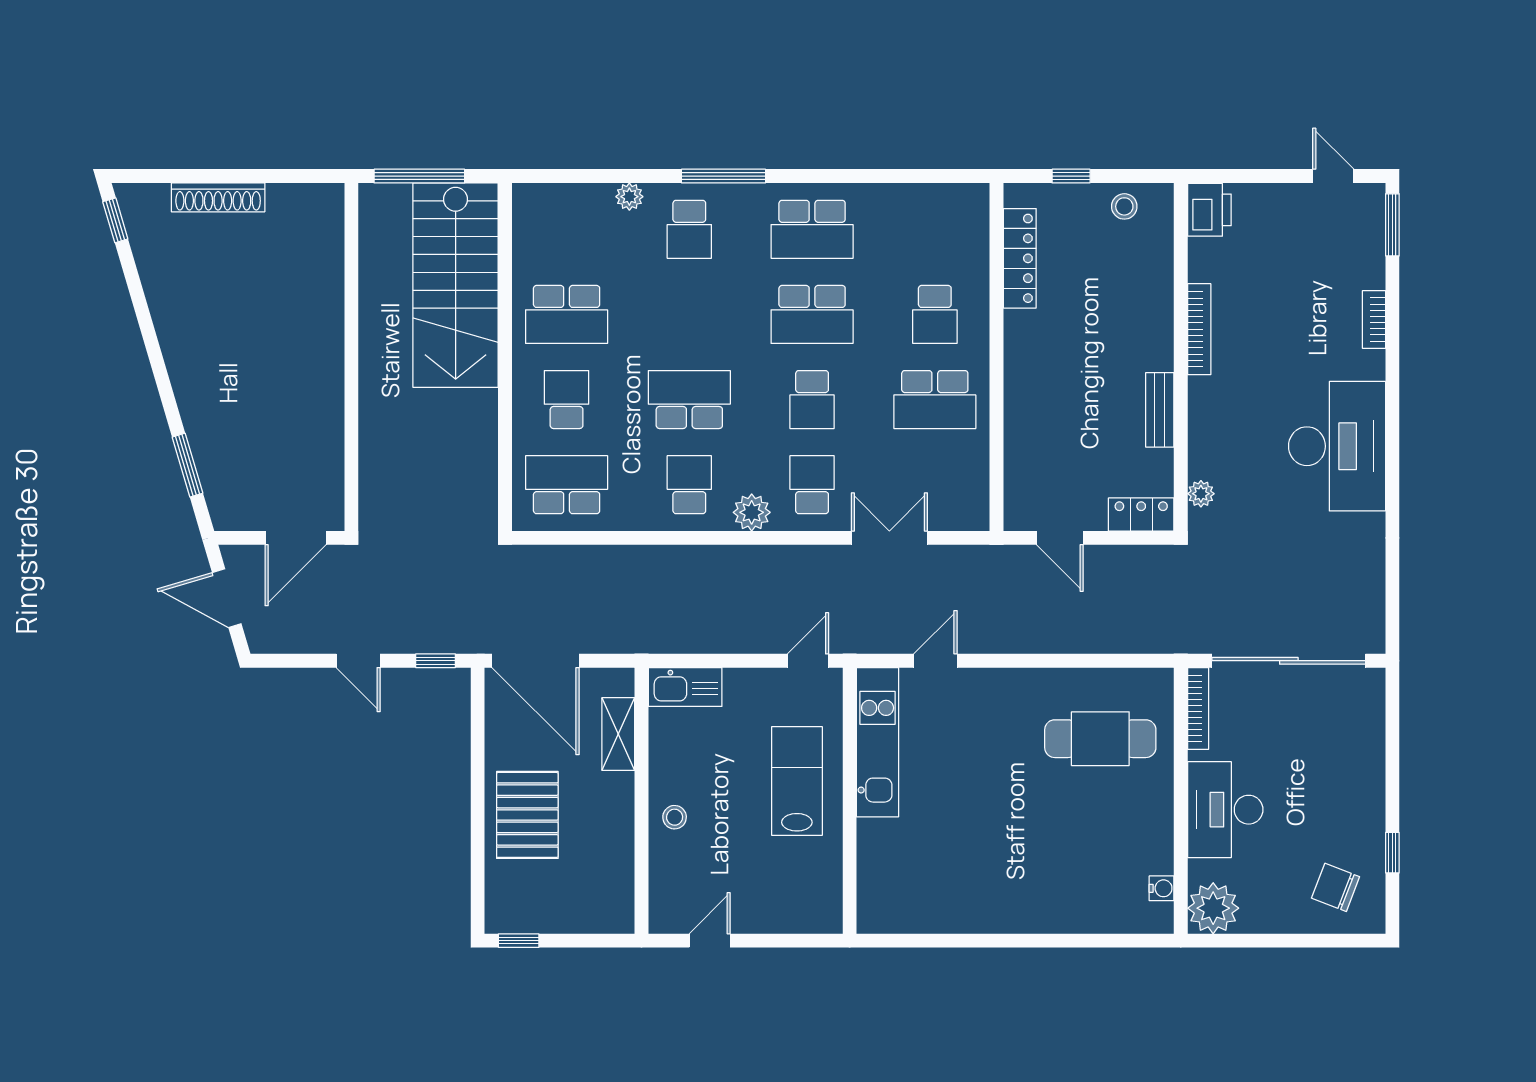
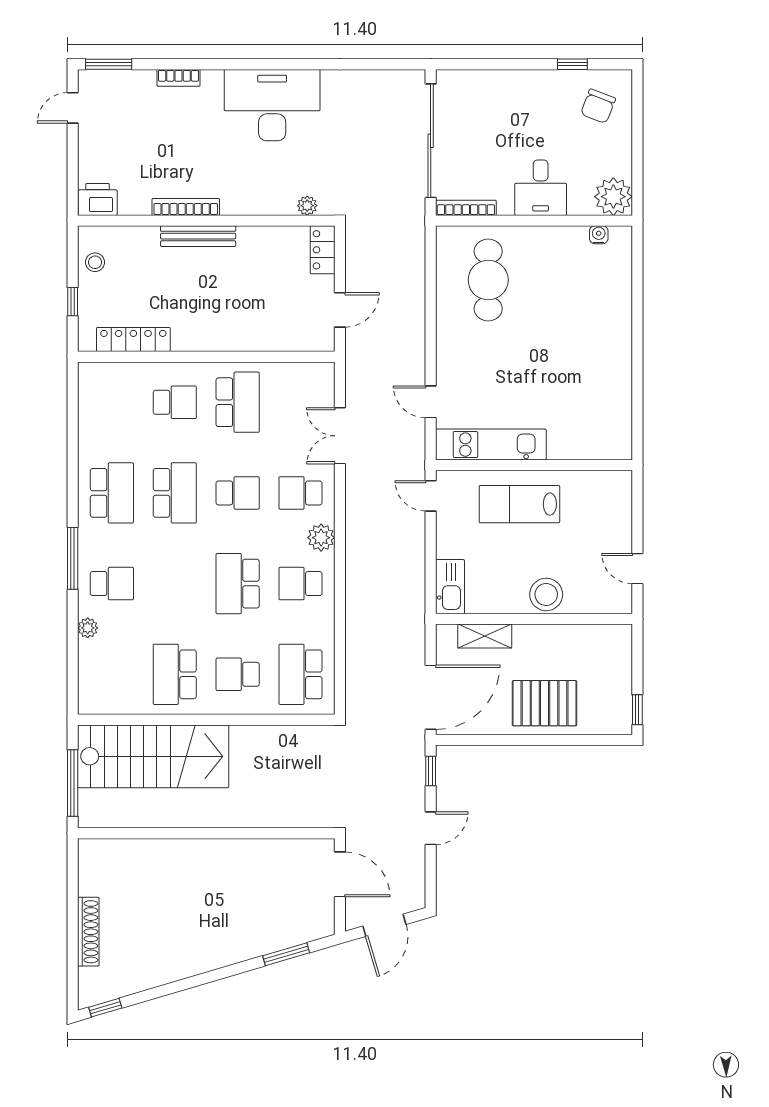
school desk: (567, 314) -> (175, 674), turned 180
bench: (1160, 410) -> (198, 236), moved, width x1.36
desk: (1225, 810) -> (541, 188), width x0.73
stool: (675, 817) -> (546, 594), width x1.89, depth x1.89

